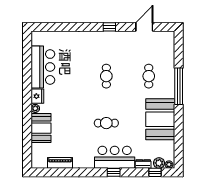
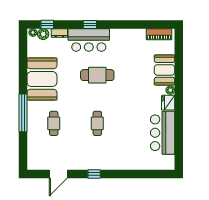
cafe table: (106, 123) -> (97, 75), width x1.37, depth x1.35
piano: (60, 163) -> (159, 34), moved

